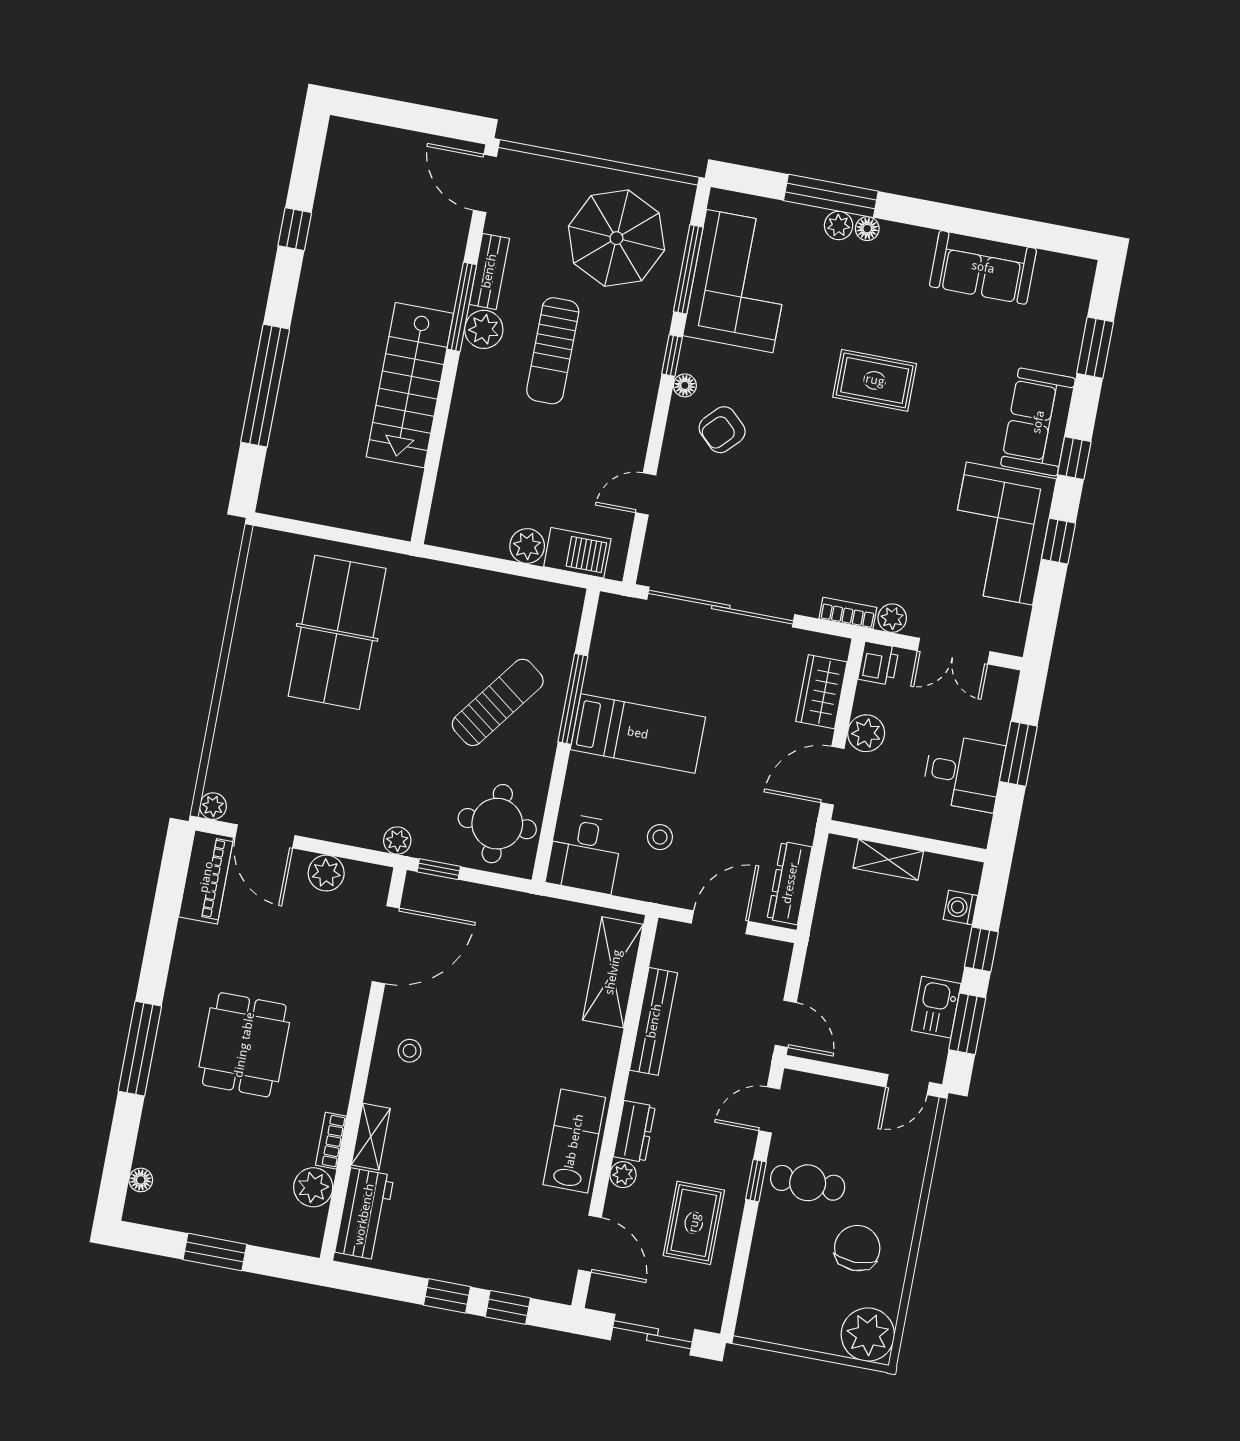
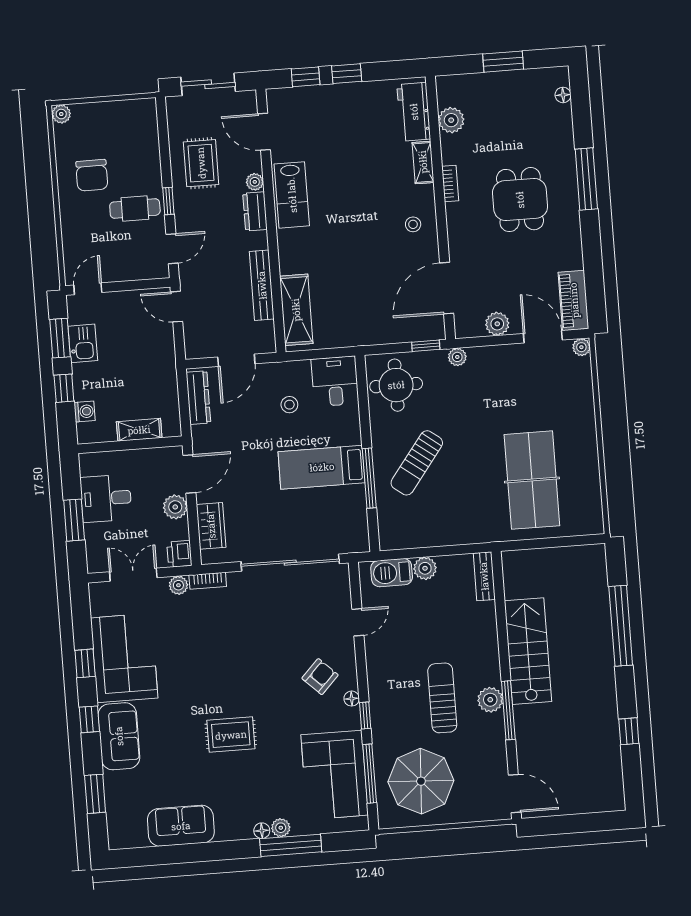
bench: (489, 271) -> (484, 576), moved
bookcase: (331, 1141) -> (450, 183), moved
plant: (868, 1335) -> (61, 114), width x0.53, depth x0.53

